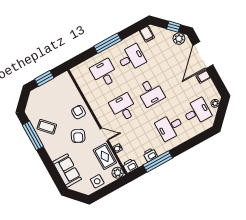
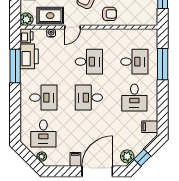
window: (108, 43) -> (163, 64), moved
door: (203, 55) -> (97, 171), hinge flipped
desk: (170, 127) -> (43, 98), turned 90
printer: (150, 155) -> (29, 56), width x1.87, depth x1.48

